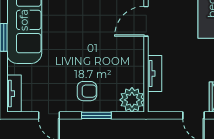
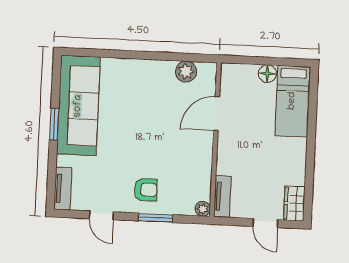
tv unit: (155, 74) -> (222, 197), moved
plant: (132, 100) -> (203, 209), width x0.53, depth x0.53

